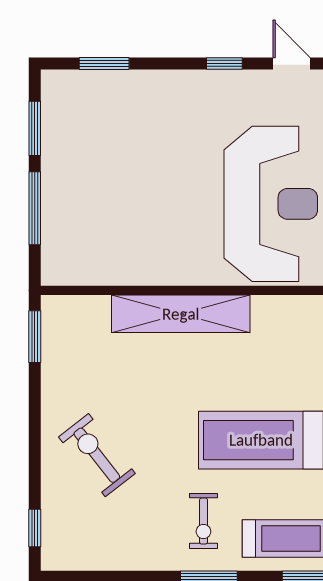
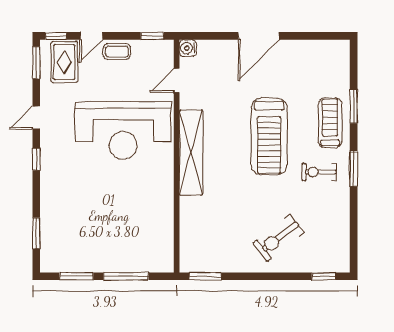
reception desk: (271, 204) -> (123, 130), turned 180
shelving: (181, 314) -> (191, 152), moved
exercise bike: (203, 521) -> (319, 172), turned 180

